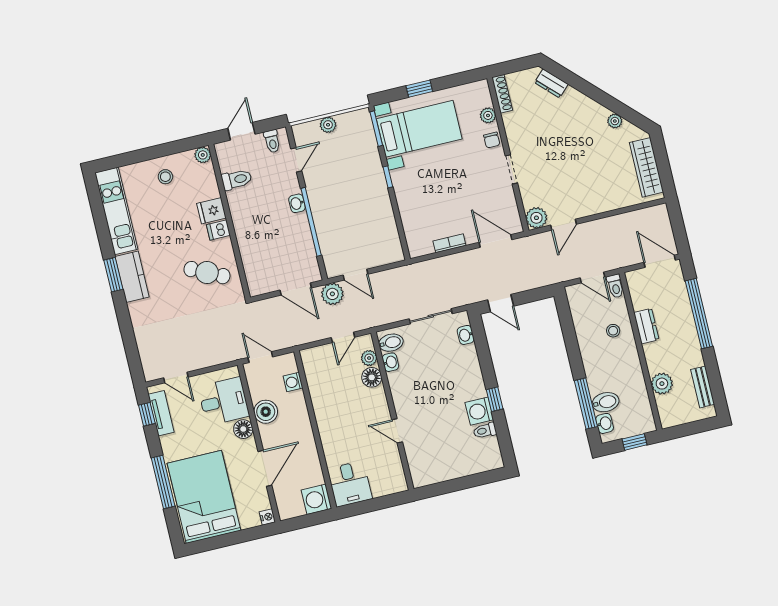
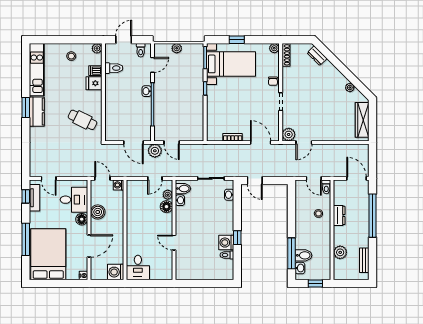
plant: (488, 115) -> (274, 48), moved
dishwasher: (218, 230) -> (95, 71), moved
washing machine: (293, 382) -> (118, 185), moved

